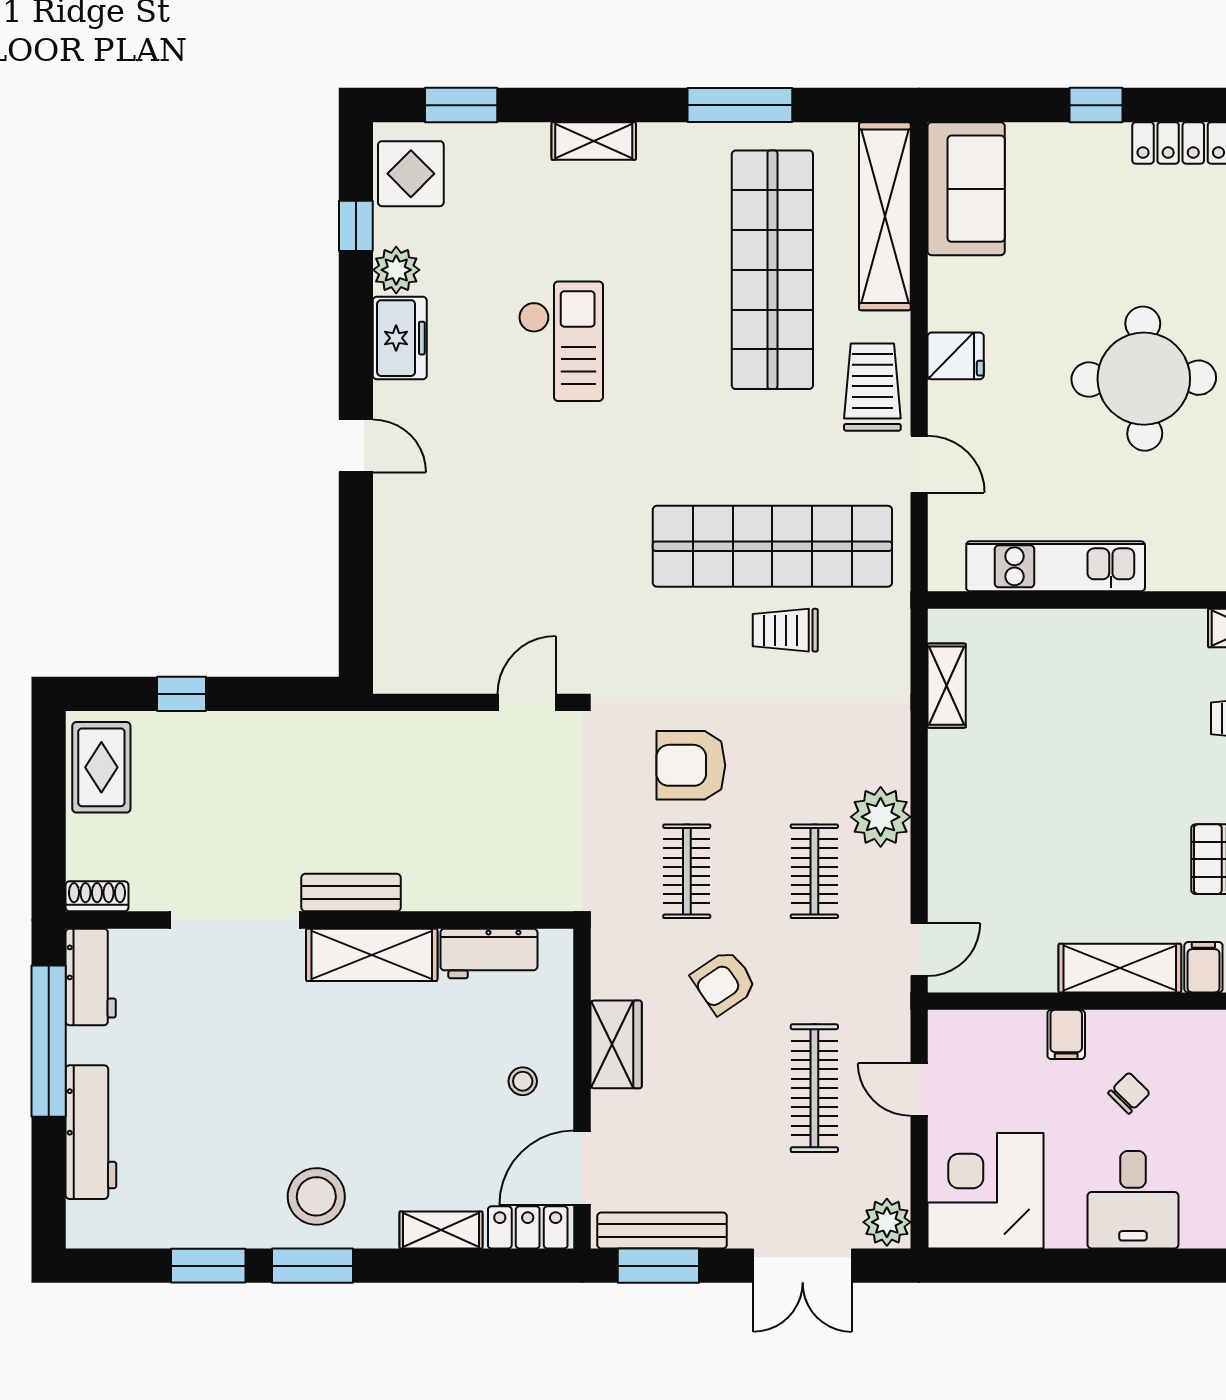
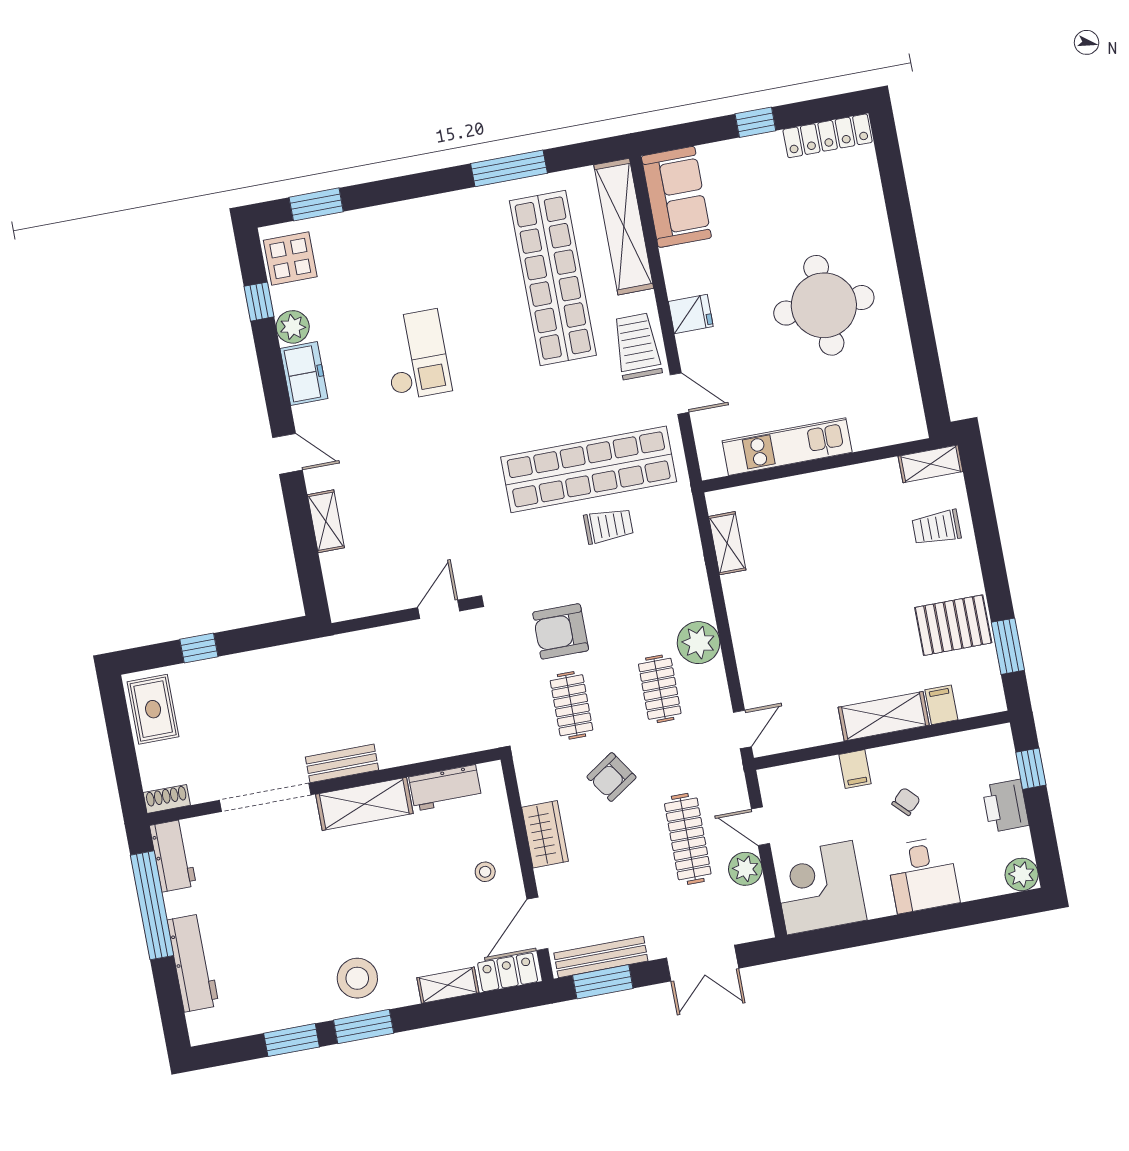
shelving: (594, 141) -> (326, 521), moved, turned 90
trolley: (785, 630) -> (608, 526), turned 180
plant: (887, 1222) -> (745, 869), moved

